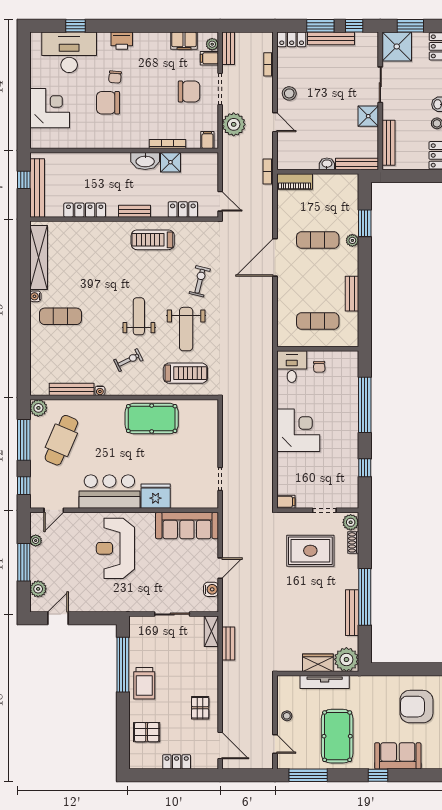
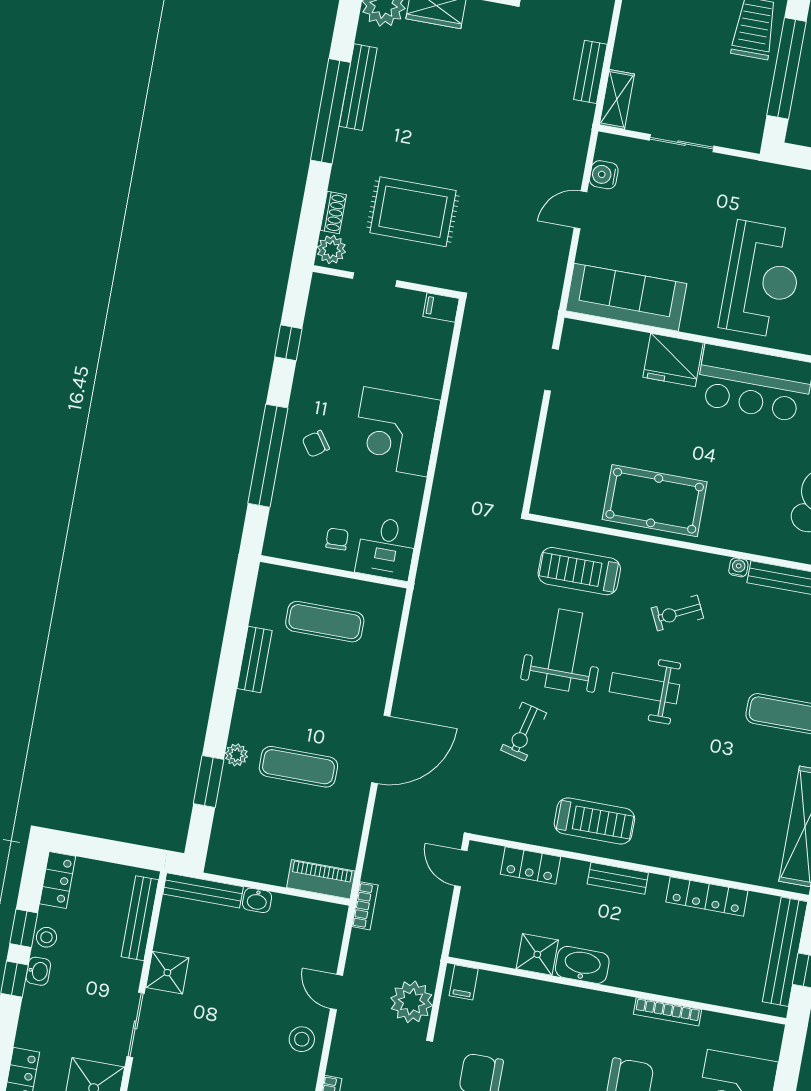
bookcase: (168, 144) -> (667, 1012), moved
weight bench: (139, 316) -> (644, 688), turned 90
chair: (340, 416) -> (316, 444), added

